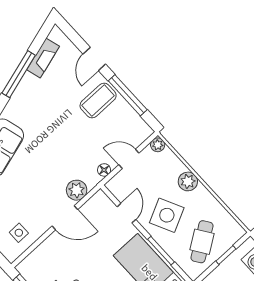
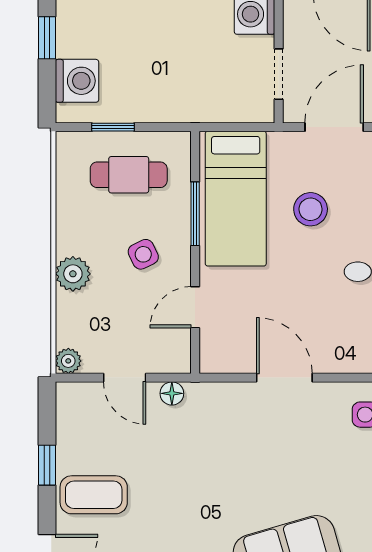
window: (128, 95) -> (47, 465), width x0.46
plant: (77, 190) -> (234, 400), removed
side table: (167, 215) -> (143, 254), width x0.54, depth x0.54
cafe table: (202, 242) -> (129, 175), turned 34

